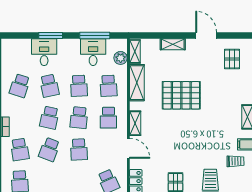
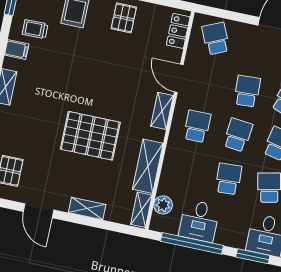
window: (95, 36) -> (192, 243), width x1.46
school desk: (108, 86) -> (188, 170), removed

